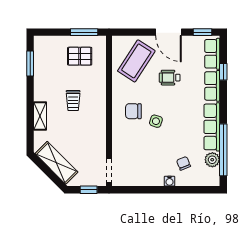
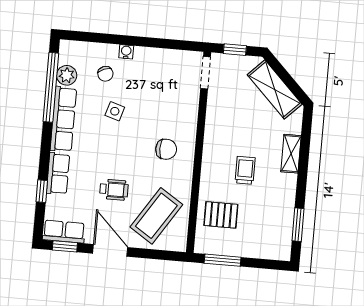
row of seats: (212, 54) -> (64, 232), moved, turned -90
pallet: (80, 56) -> (221, 215), moved
side table: (156, 121) -> (115, 111), moved

